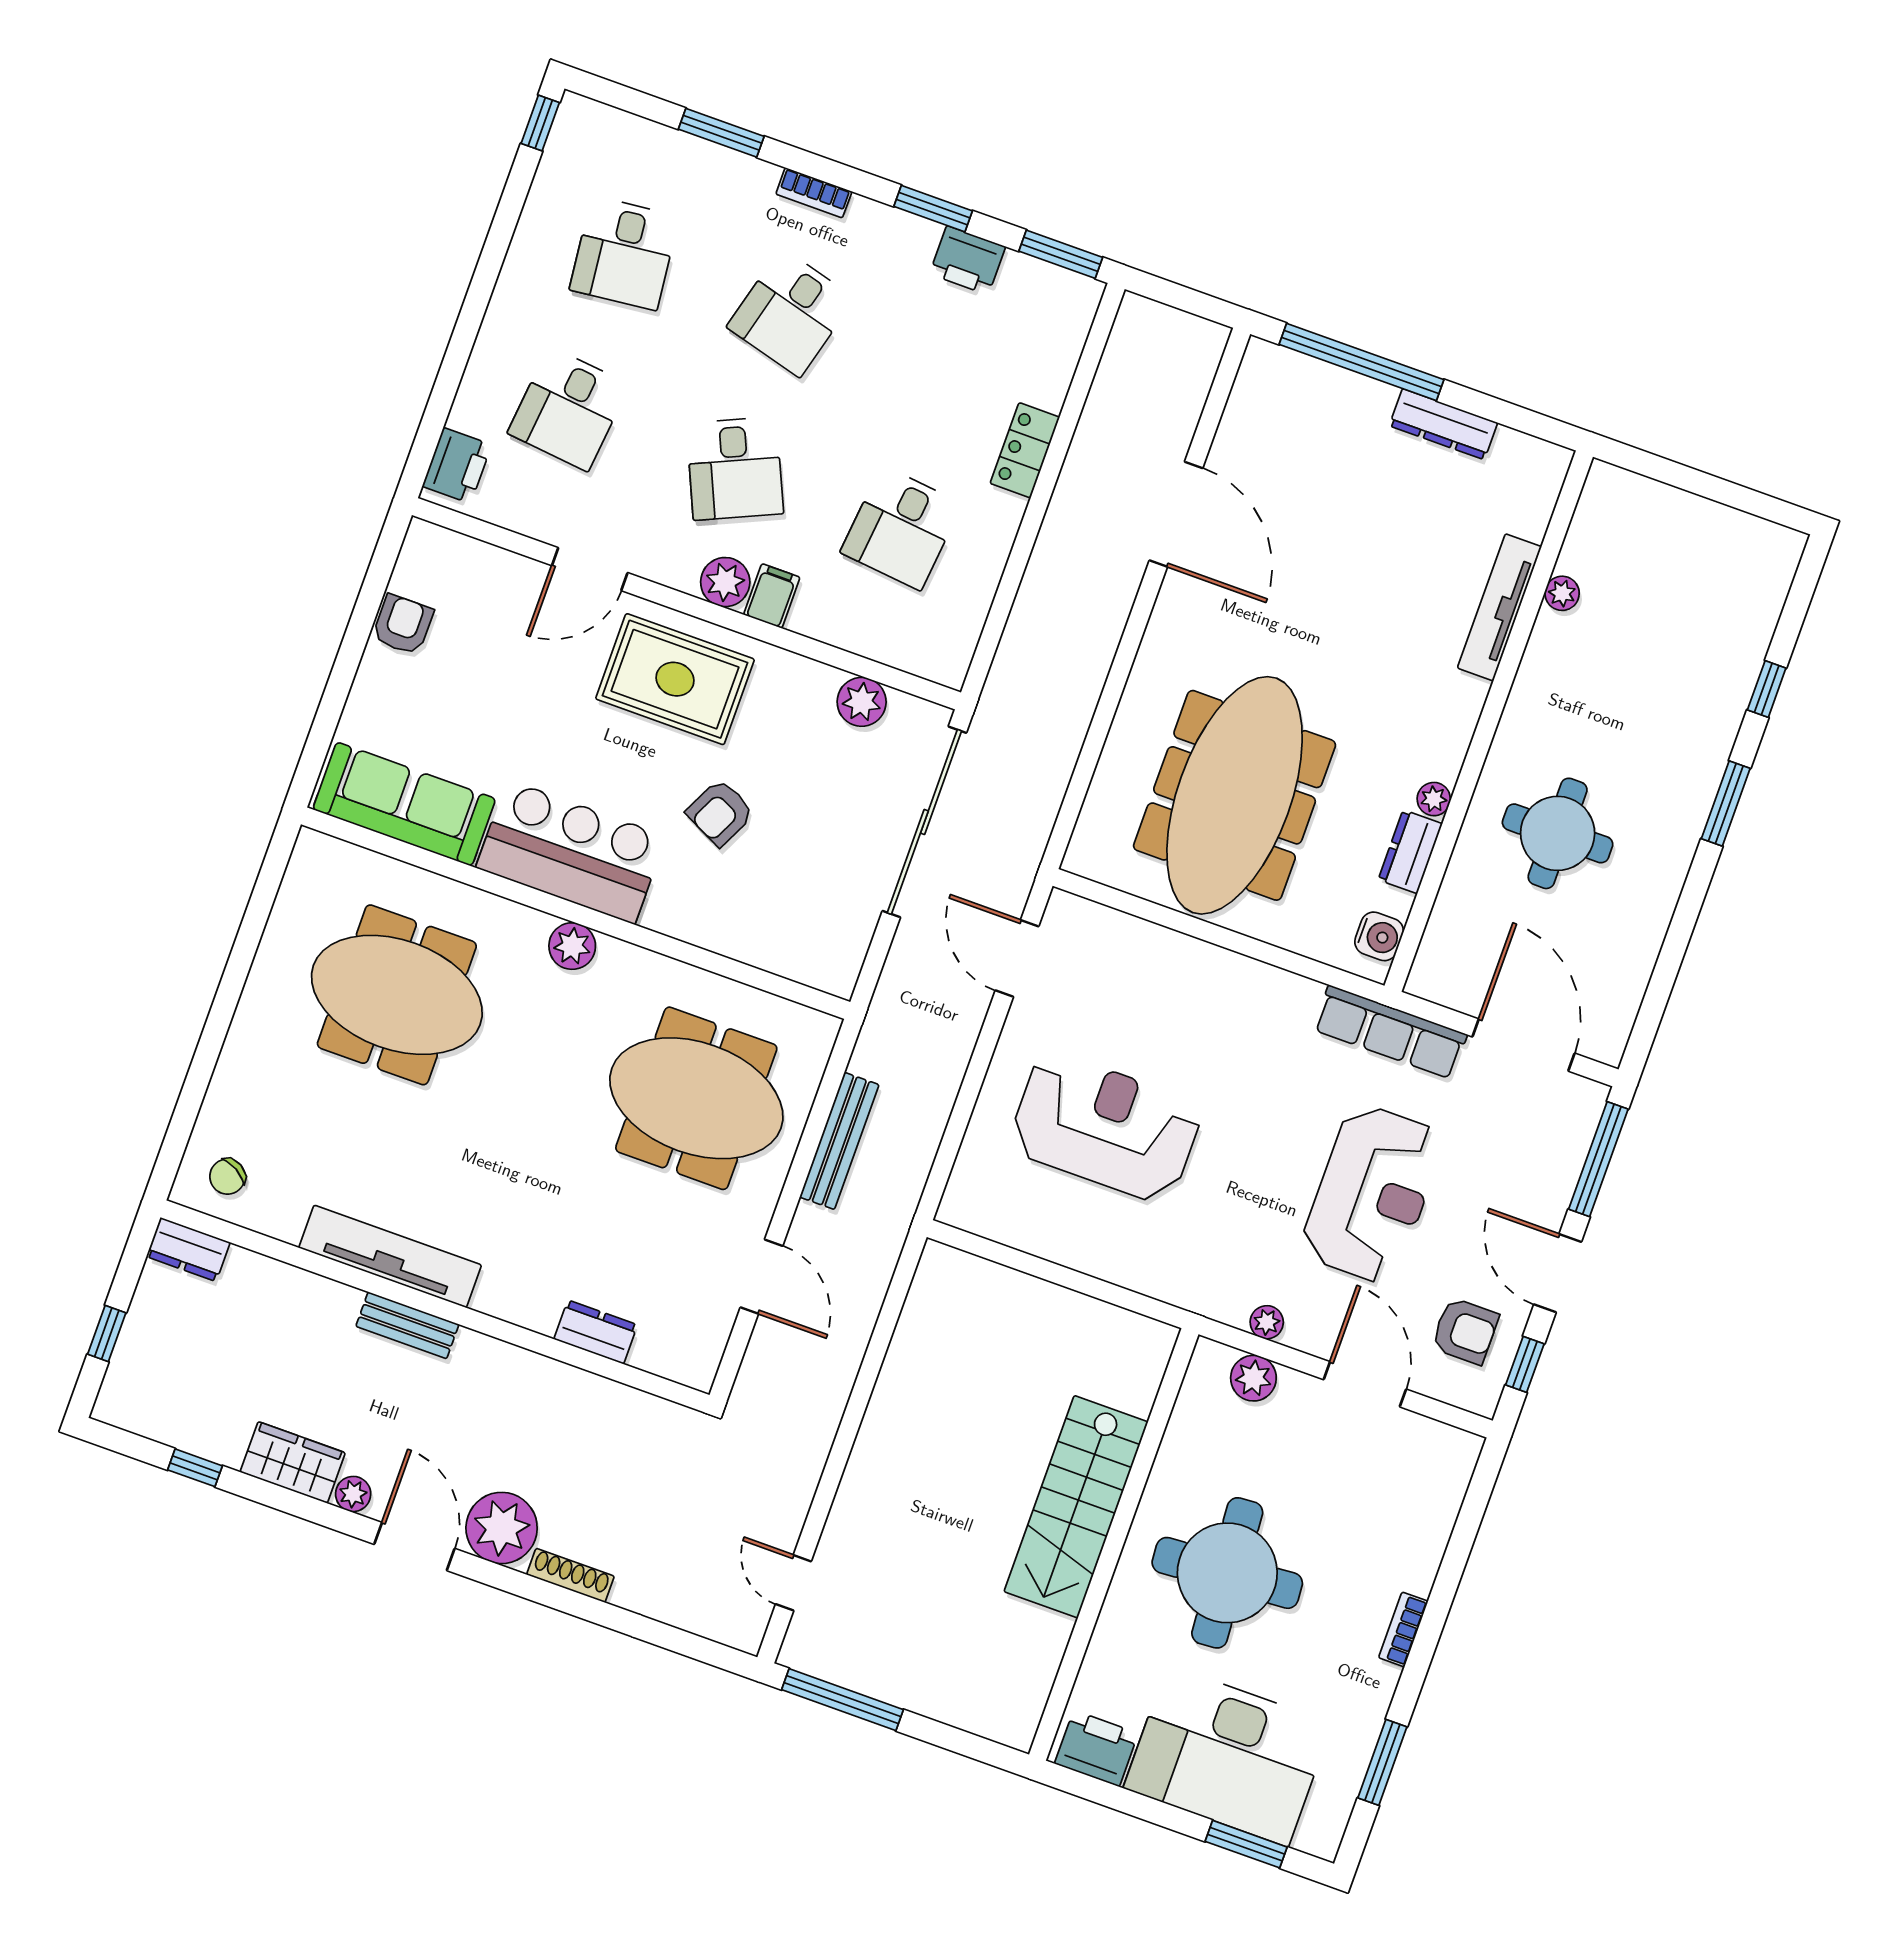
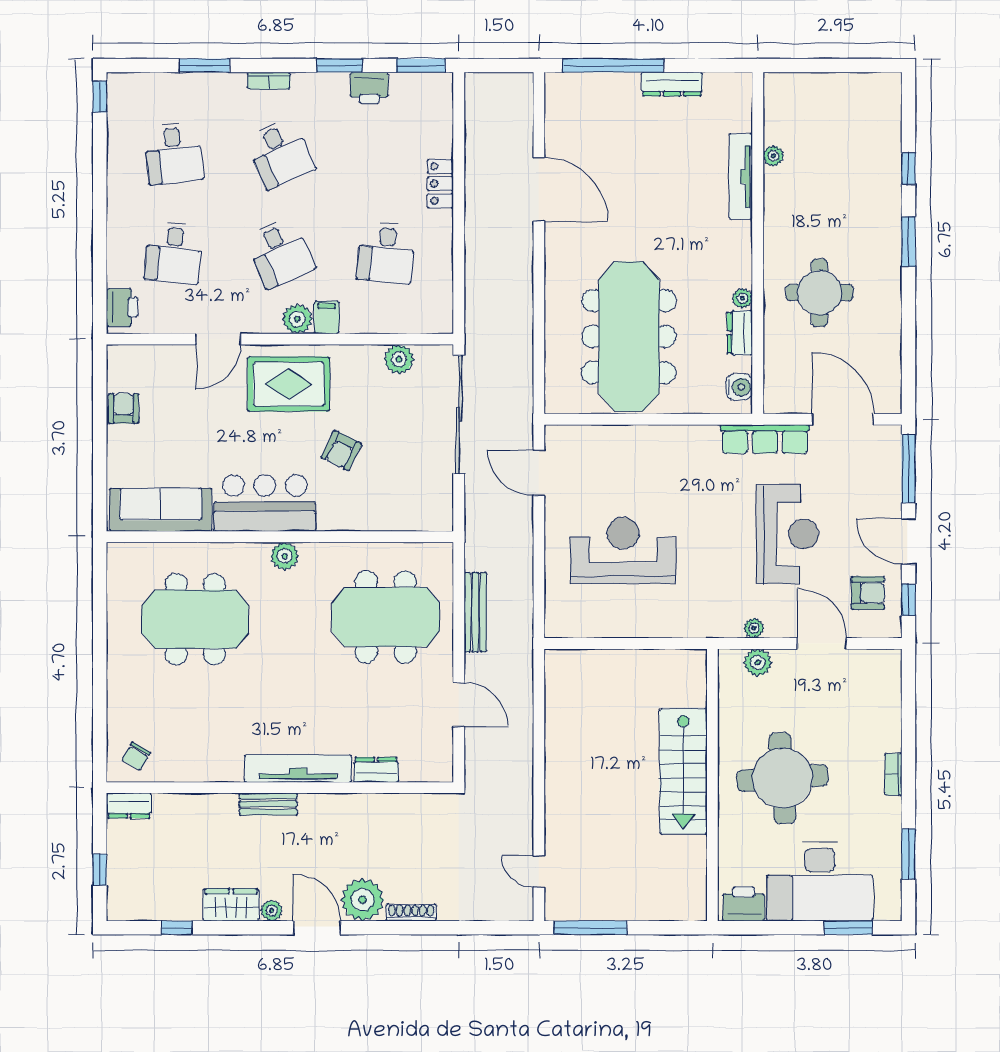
desk: (791, 313) -> (280, 153), turned -39
tv unit: (390, 1256) -> (298, 769), moved

